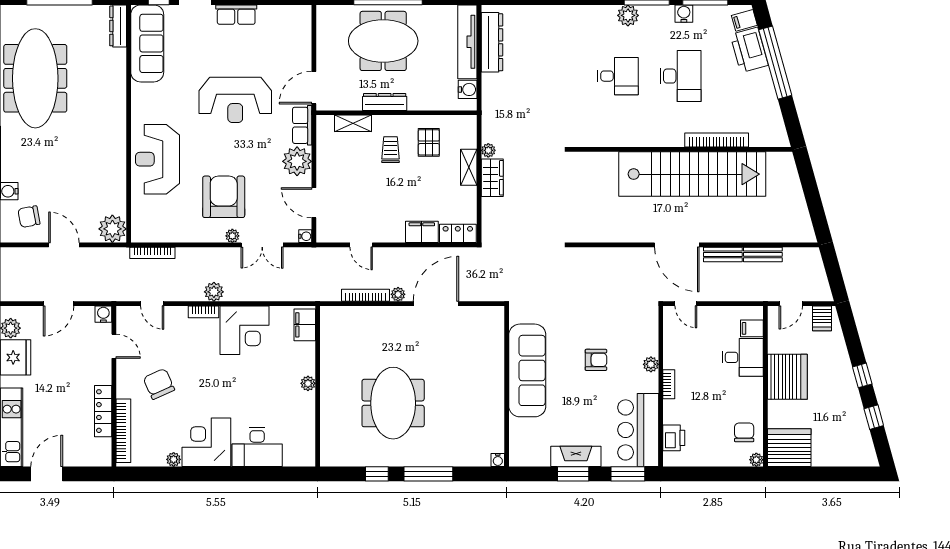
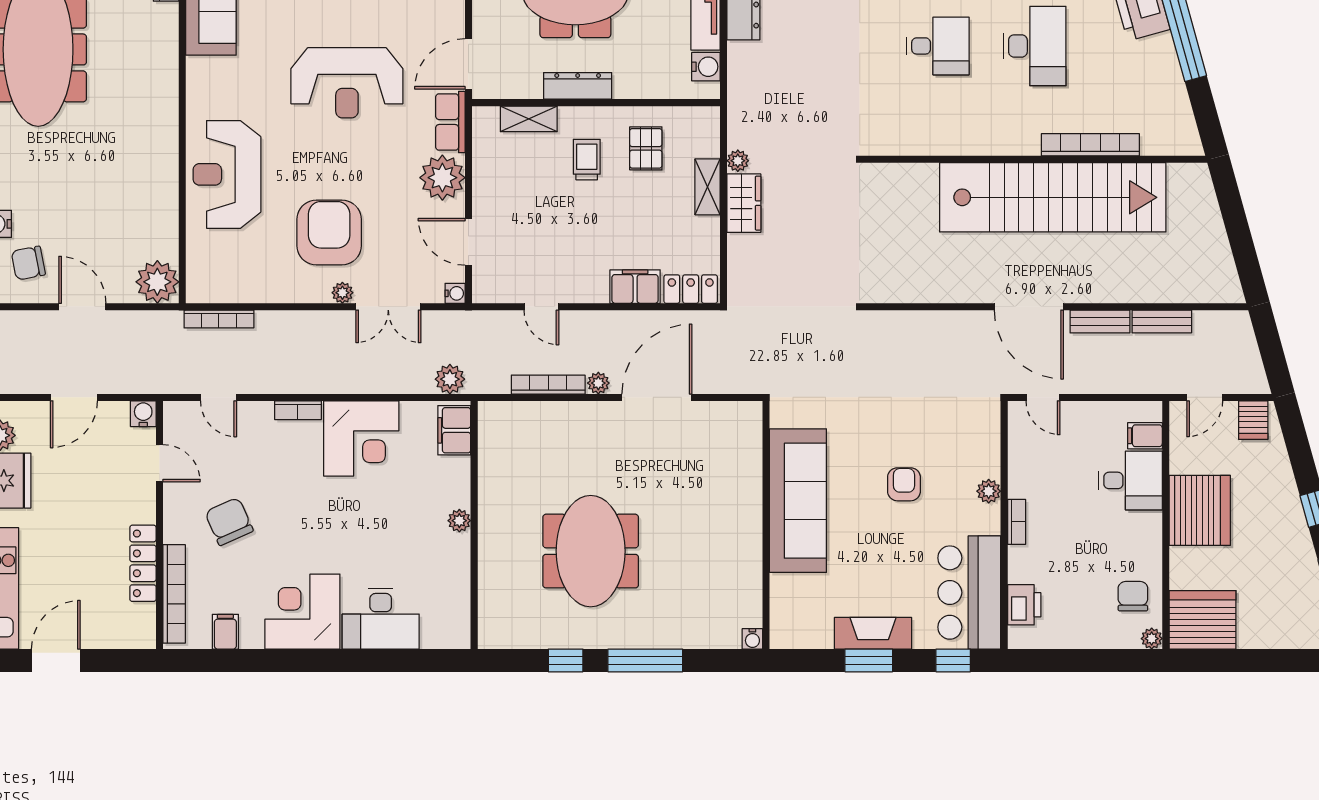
plant: (214, 292) -> (450, 379), moved
armchair: (596, 360) -> (904, 484), turned -90
filing cabinet: (157, 455) -> (225, 632), added
plant: (174, 459) -> (252, 638), removed
window: (628, 474) -> (953, 660), width x0.67

